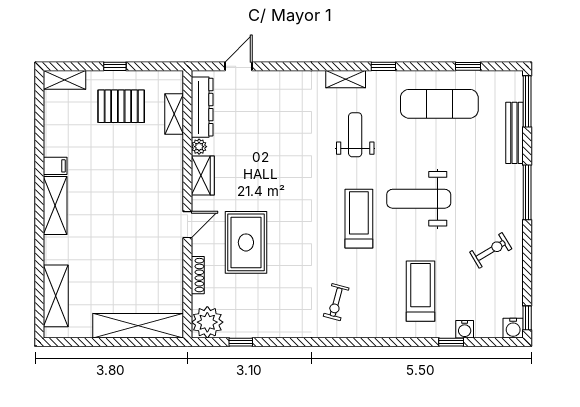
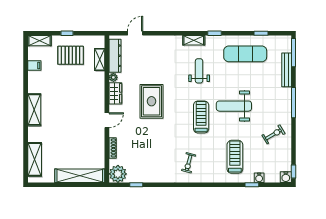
filing cabinet: (55, 166) -> (34, 66), moved
rug: (246, 242) -> (152, 101), moved

